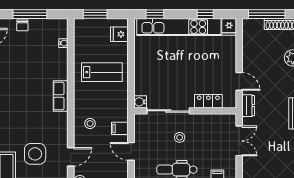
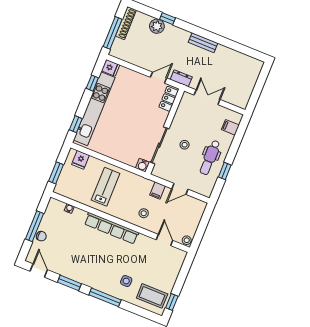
row of seats: (61, 96) -> (111, 228), width x2.02
locker: (208, 101) -> (169, 99), moved
side table: (35, 154) -> (126, 281), moved, width x0.54, depth x0.54

